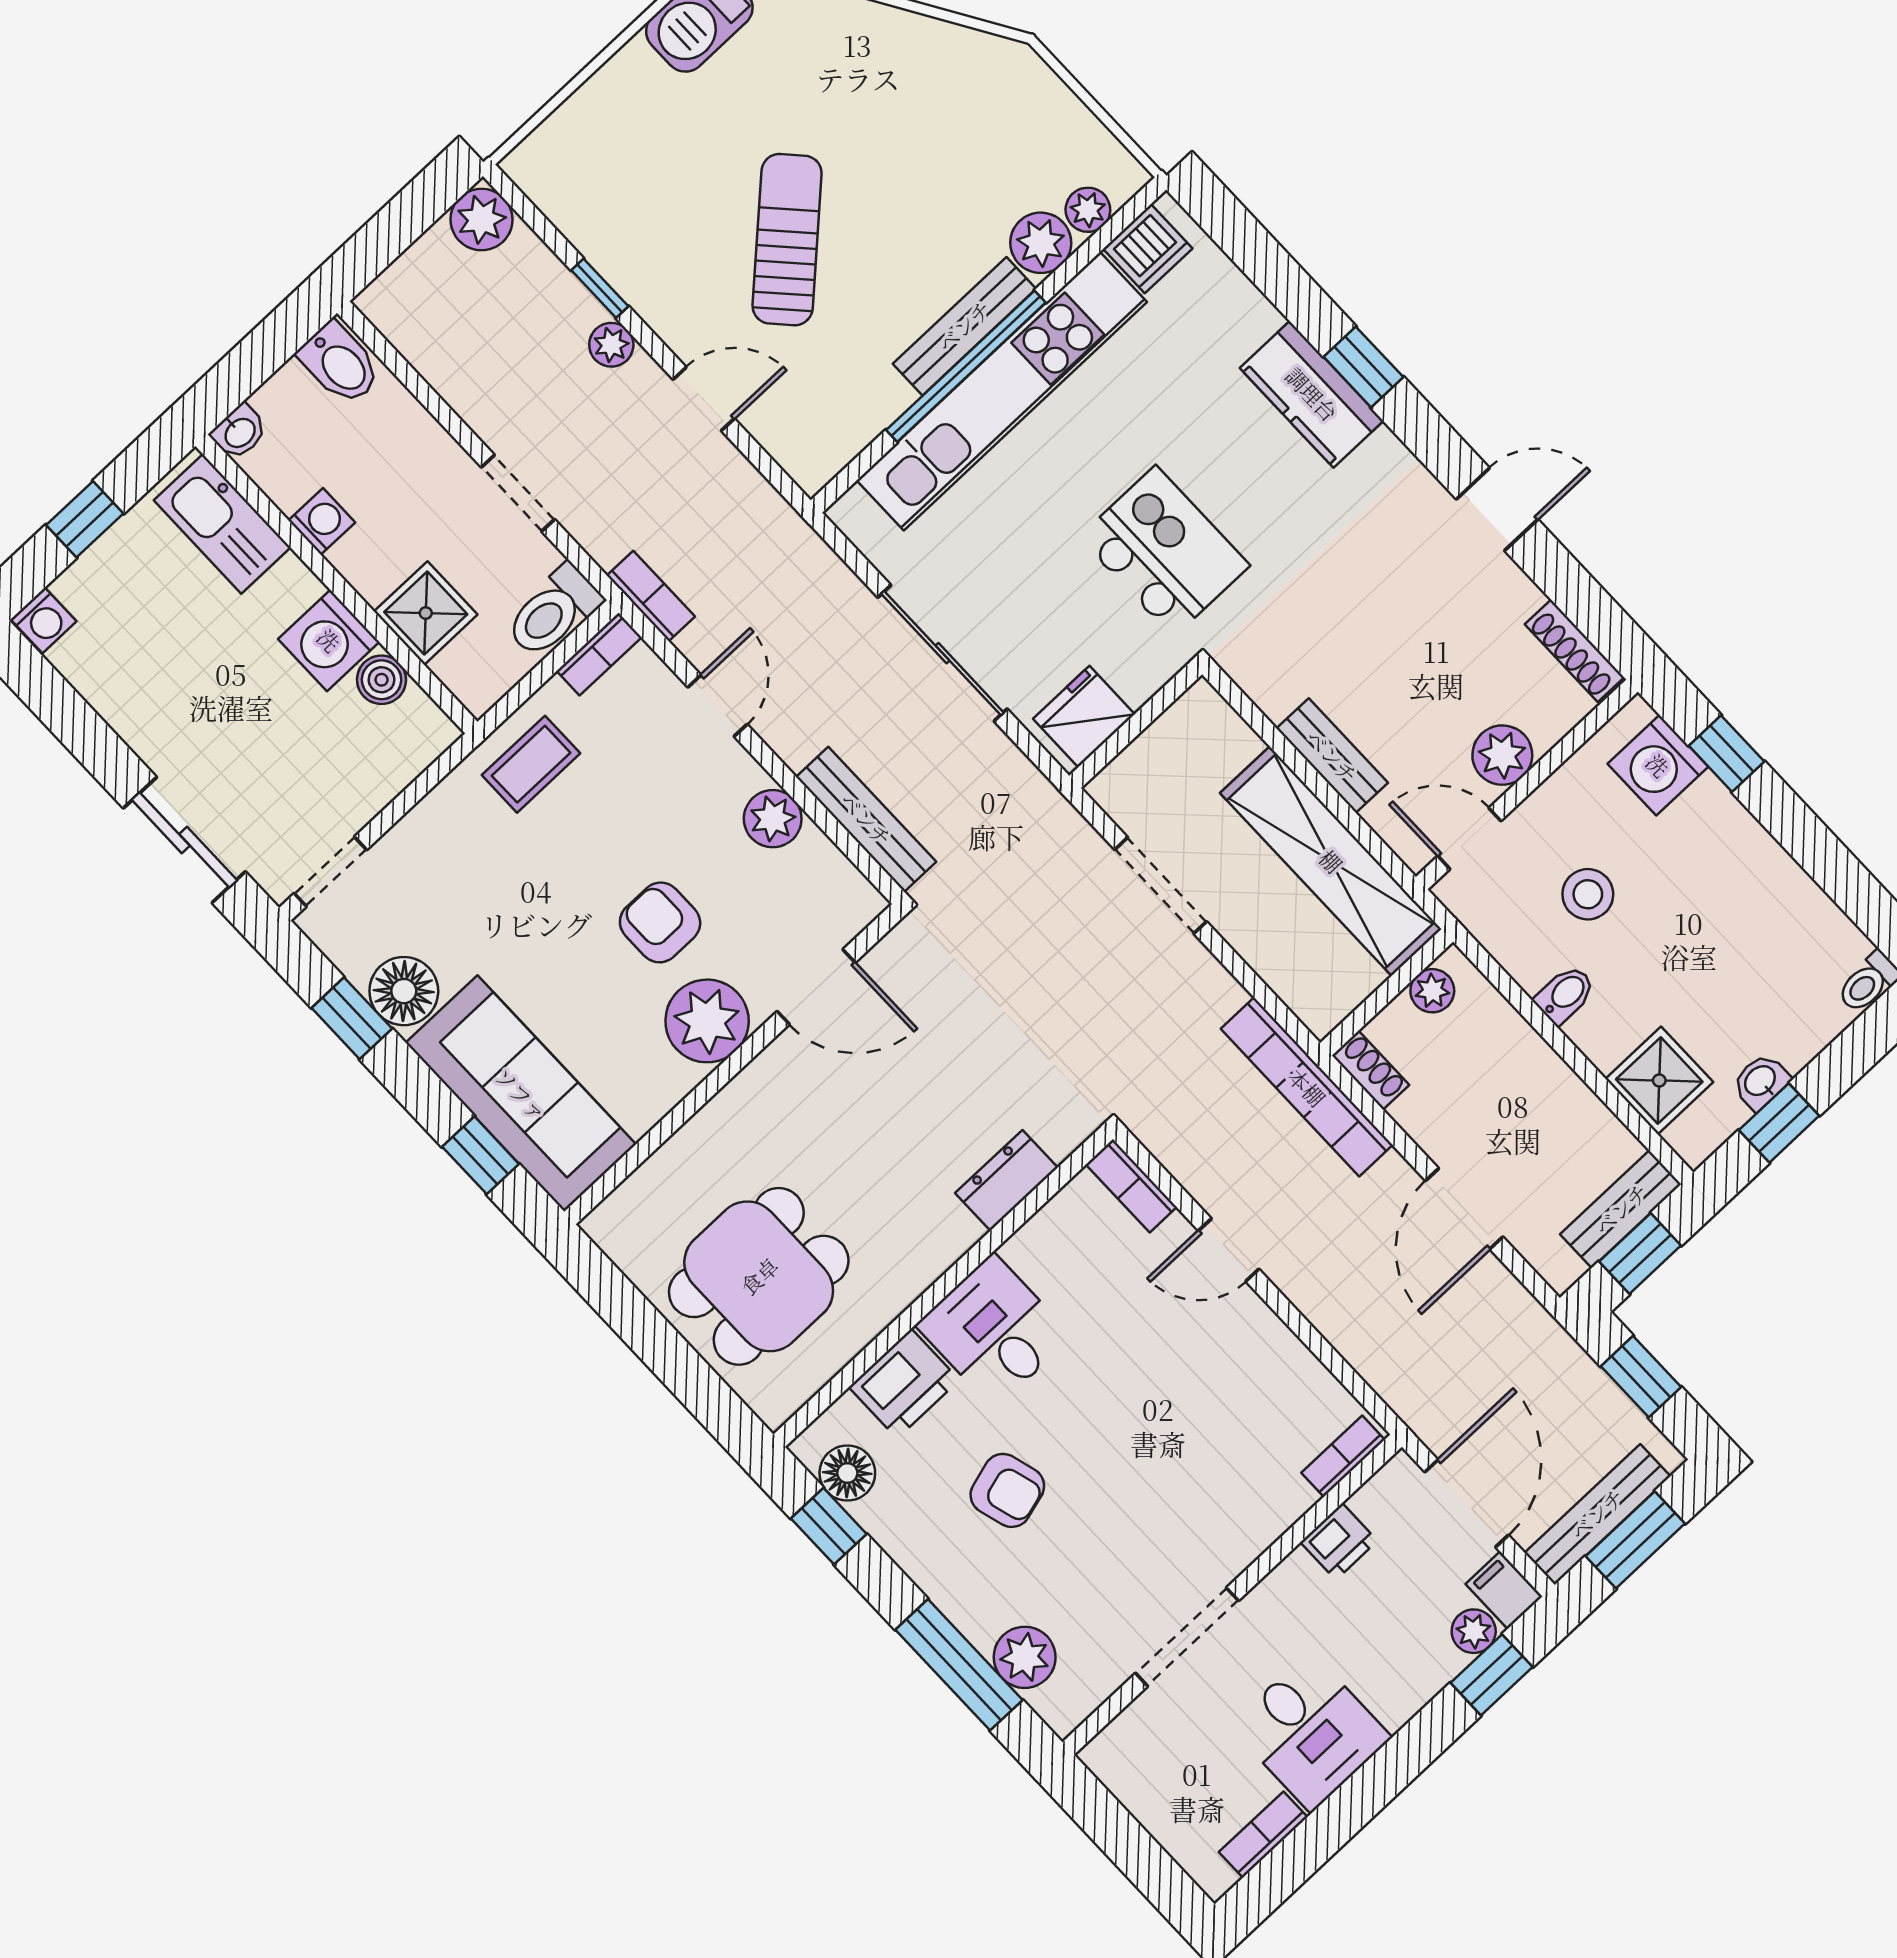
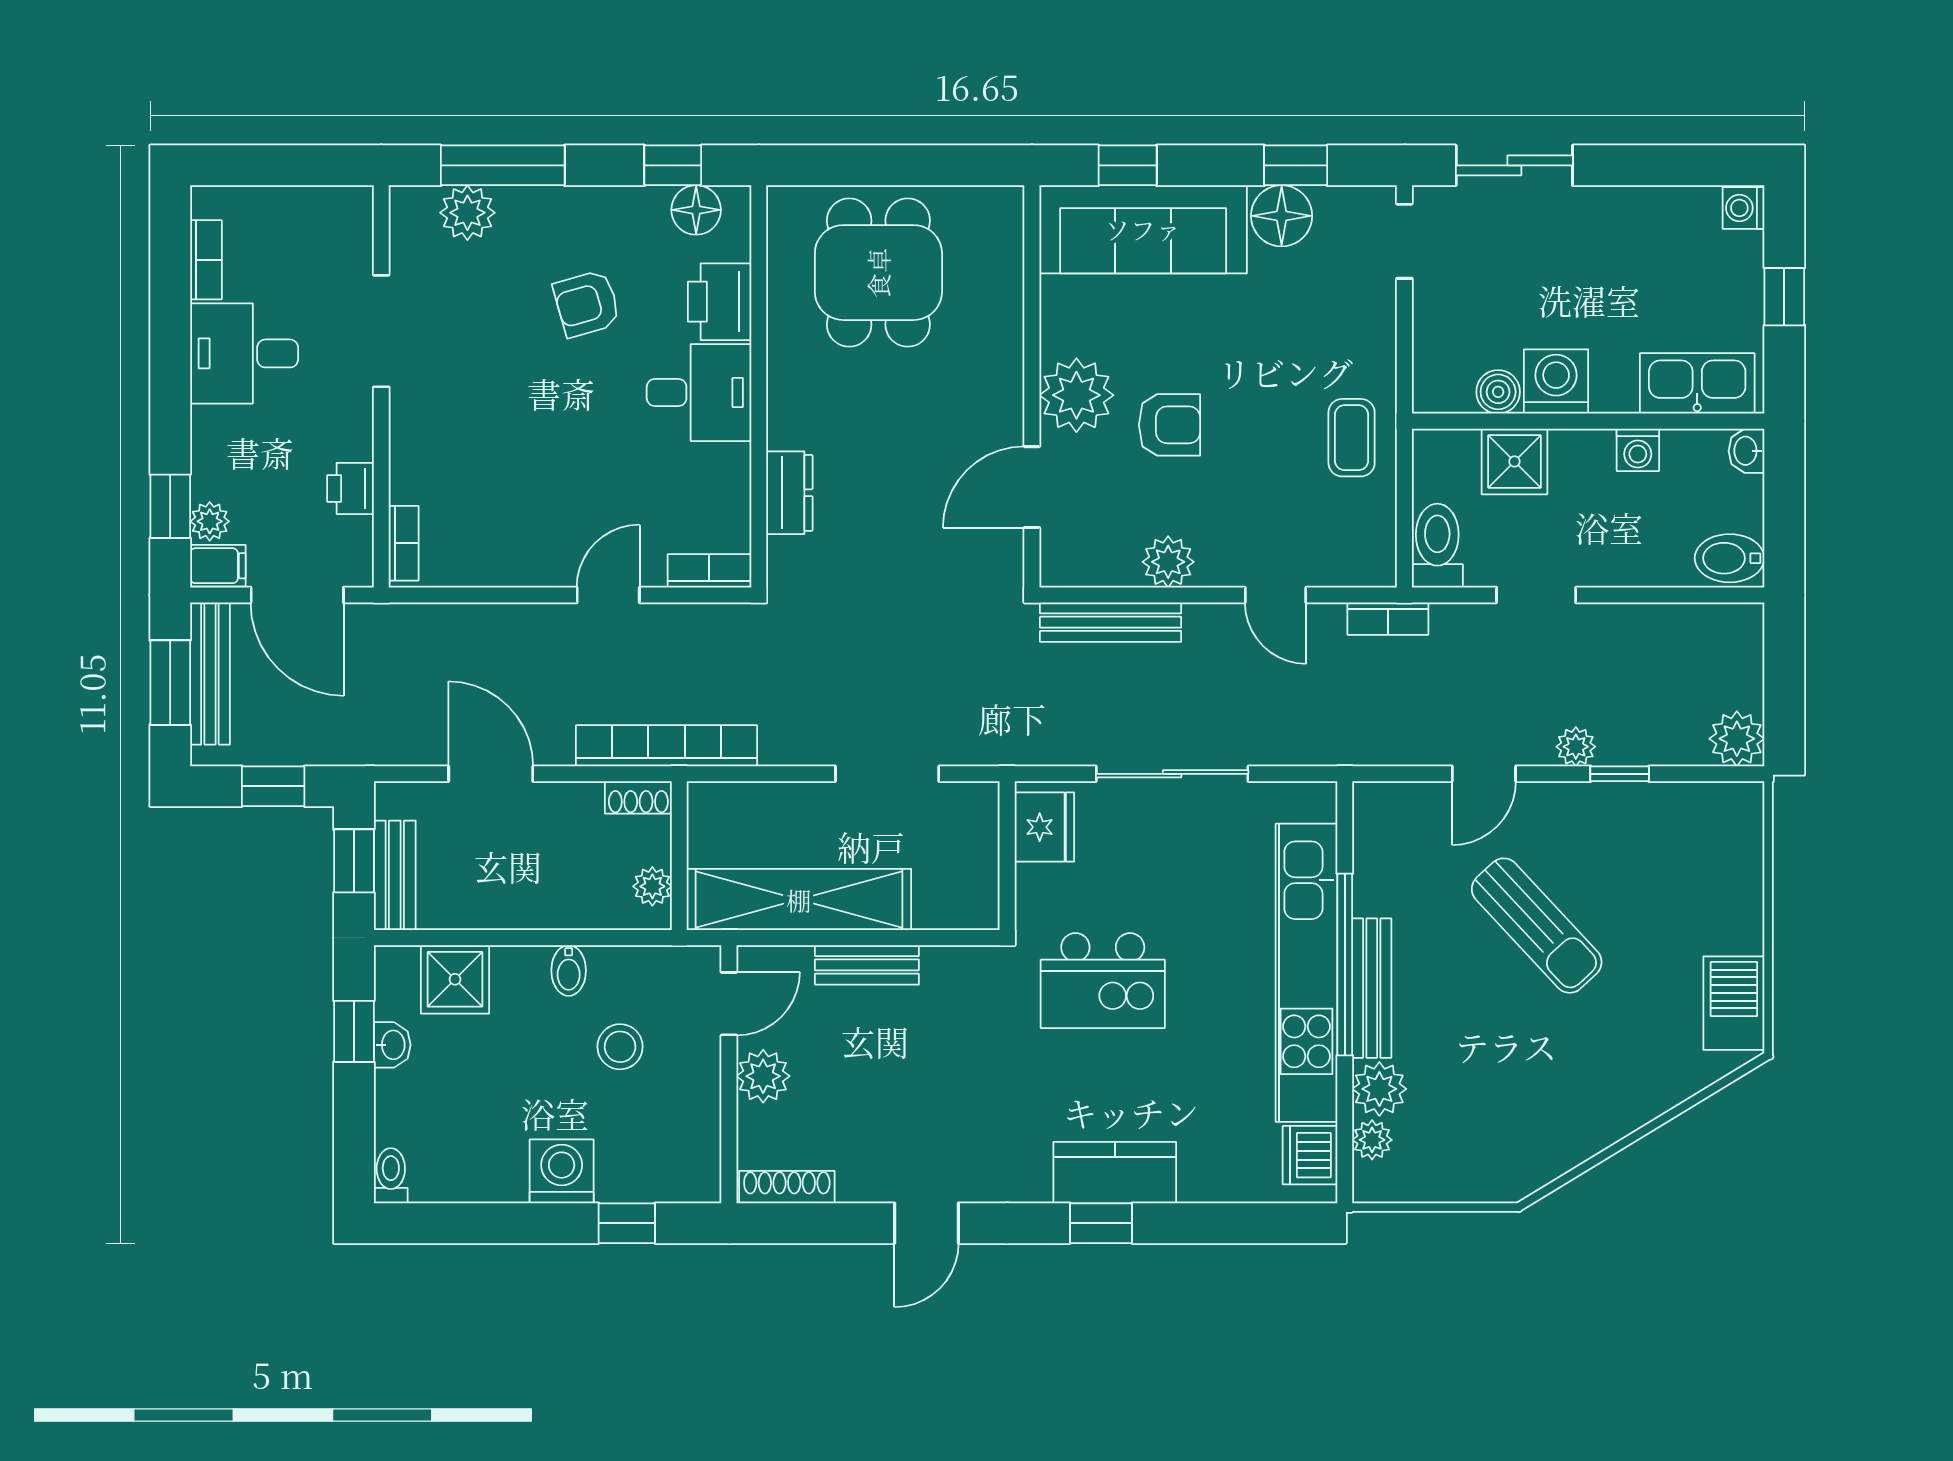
bookcase: (599, 654) -> (1382, 549), removed
washing machine: (1658, 765) -> (562, 1171), moved

